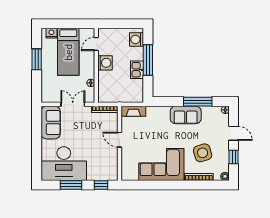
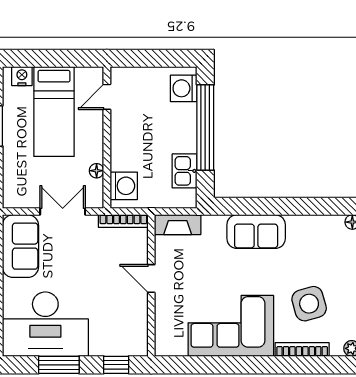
window: (148, 60) -> (205, 127), width x1.46
washing machine: (105, 63) -> (124, 186), moved
kitchen sink: (137, 70) -> (184, 171), moved
window: (198, 102) -> (300, 206), removed
sofa: (186, 115) -> (256, 232), moved

